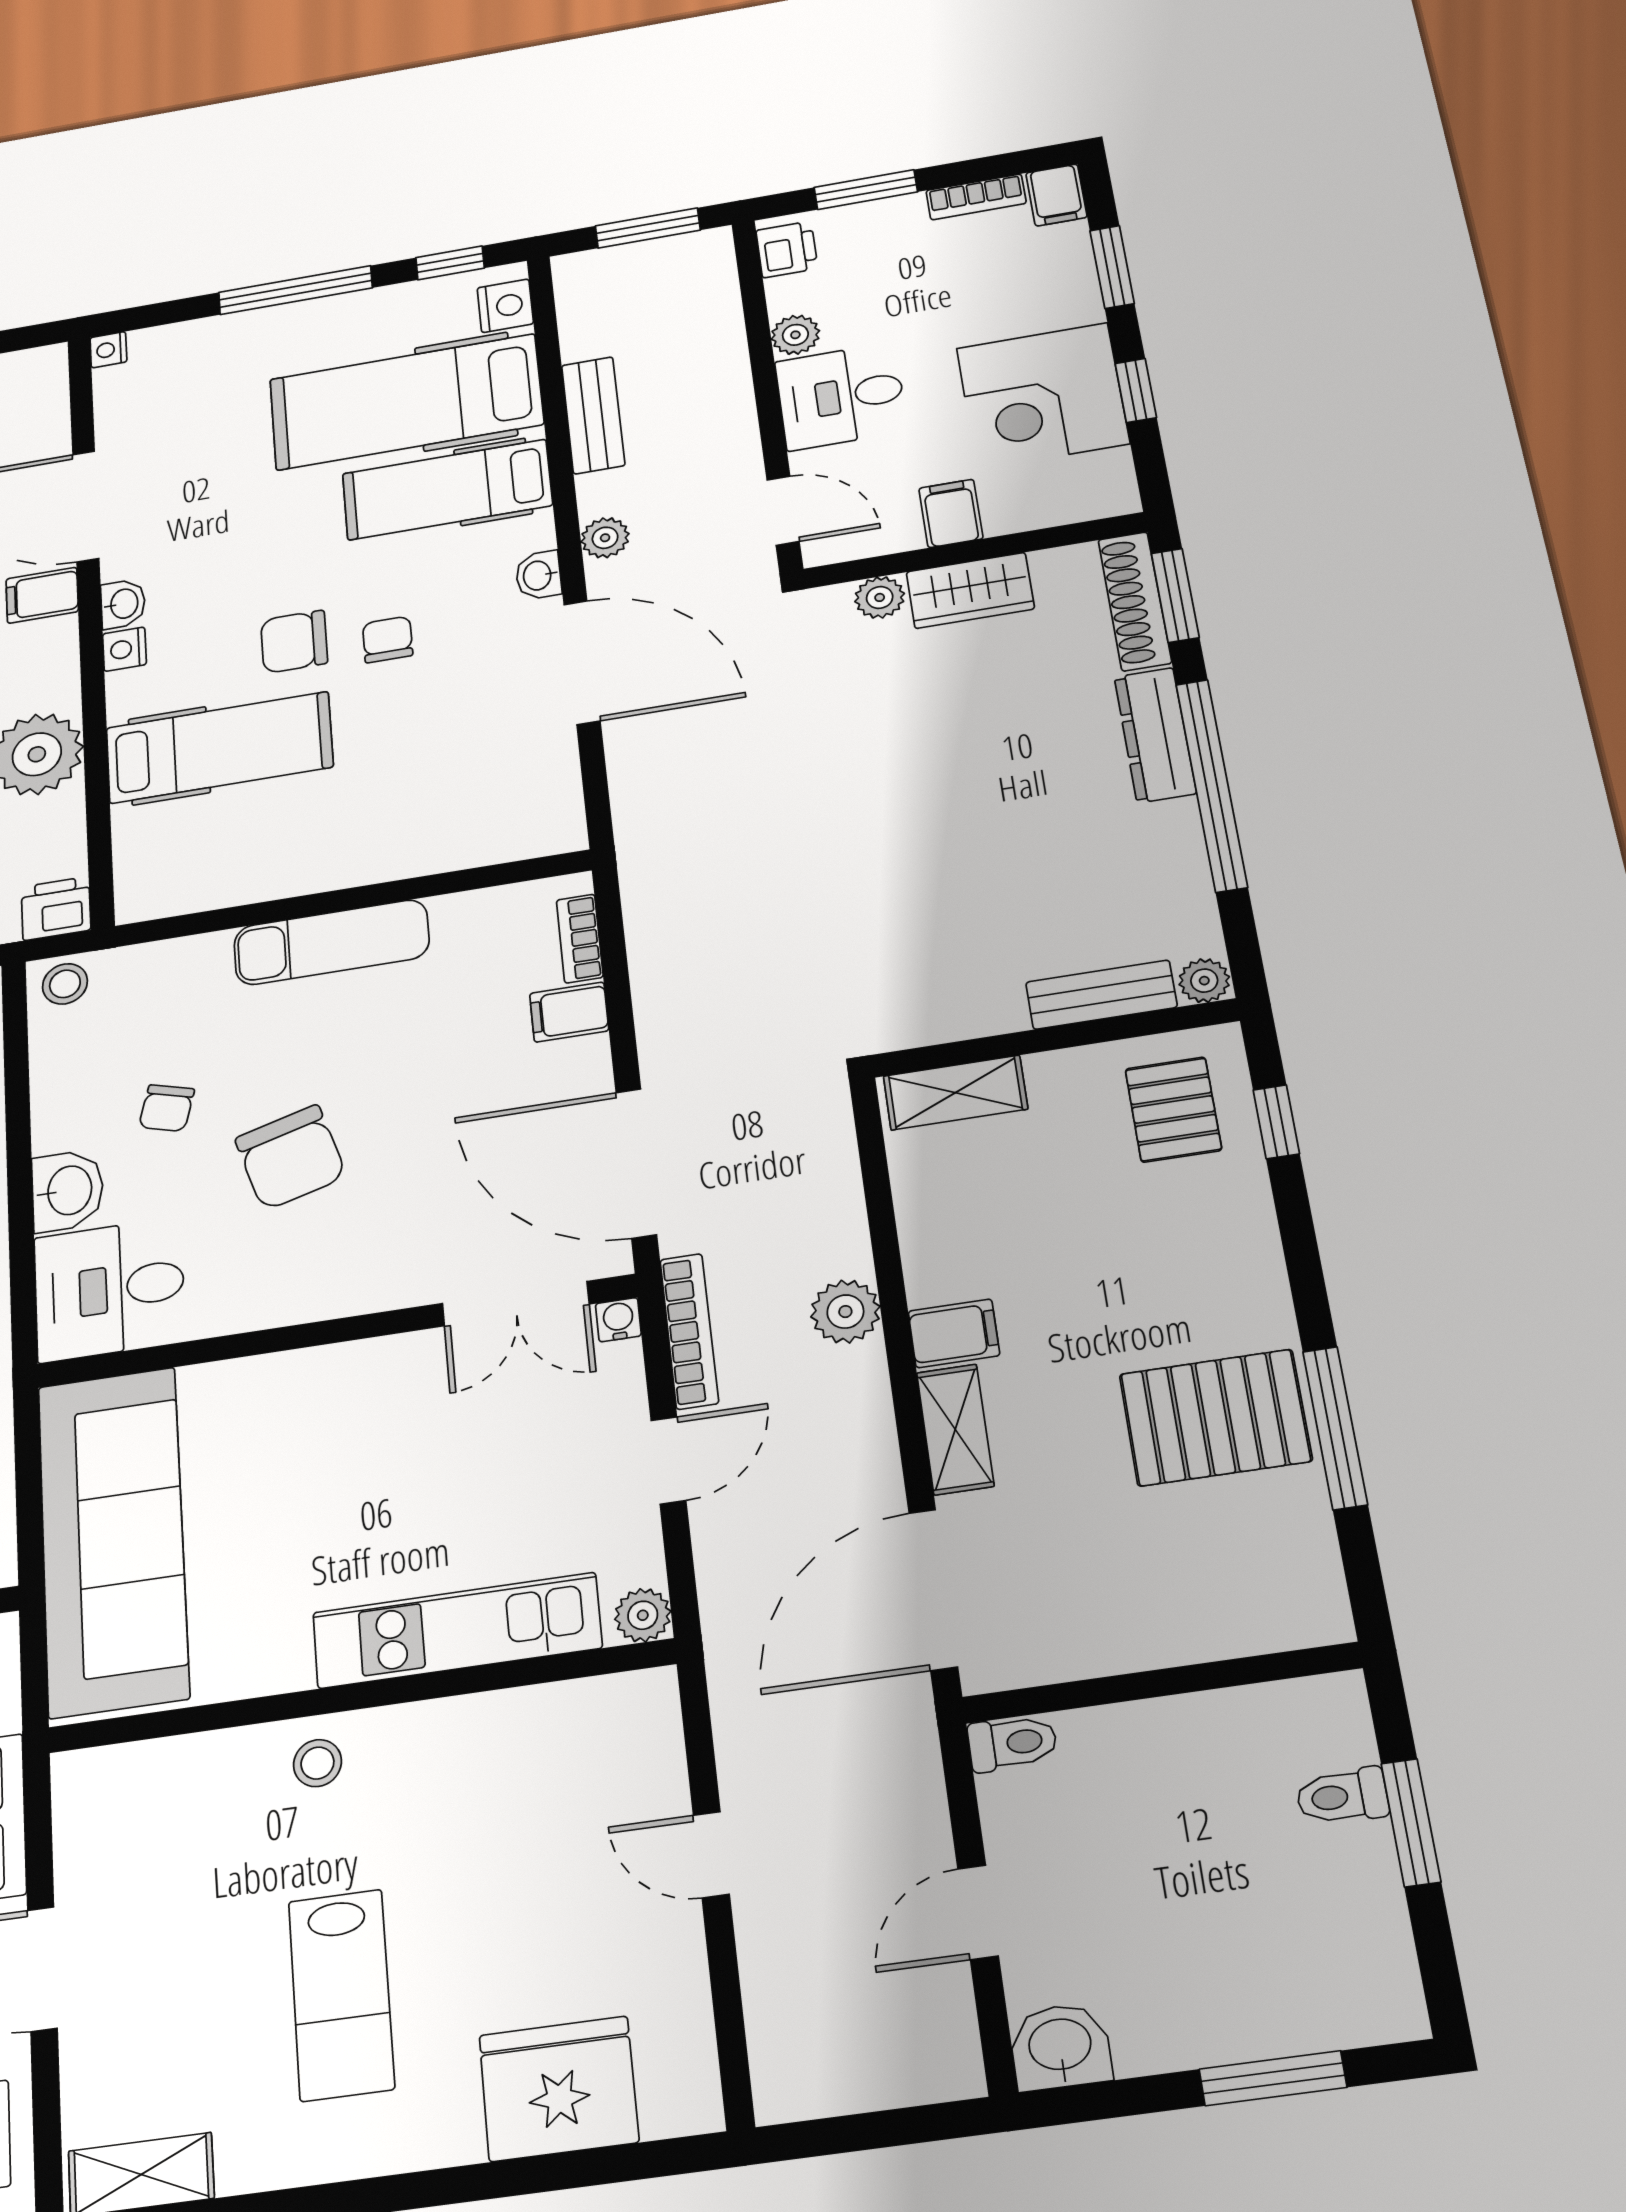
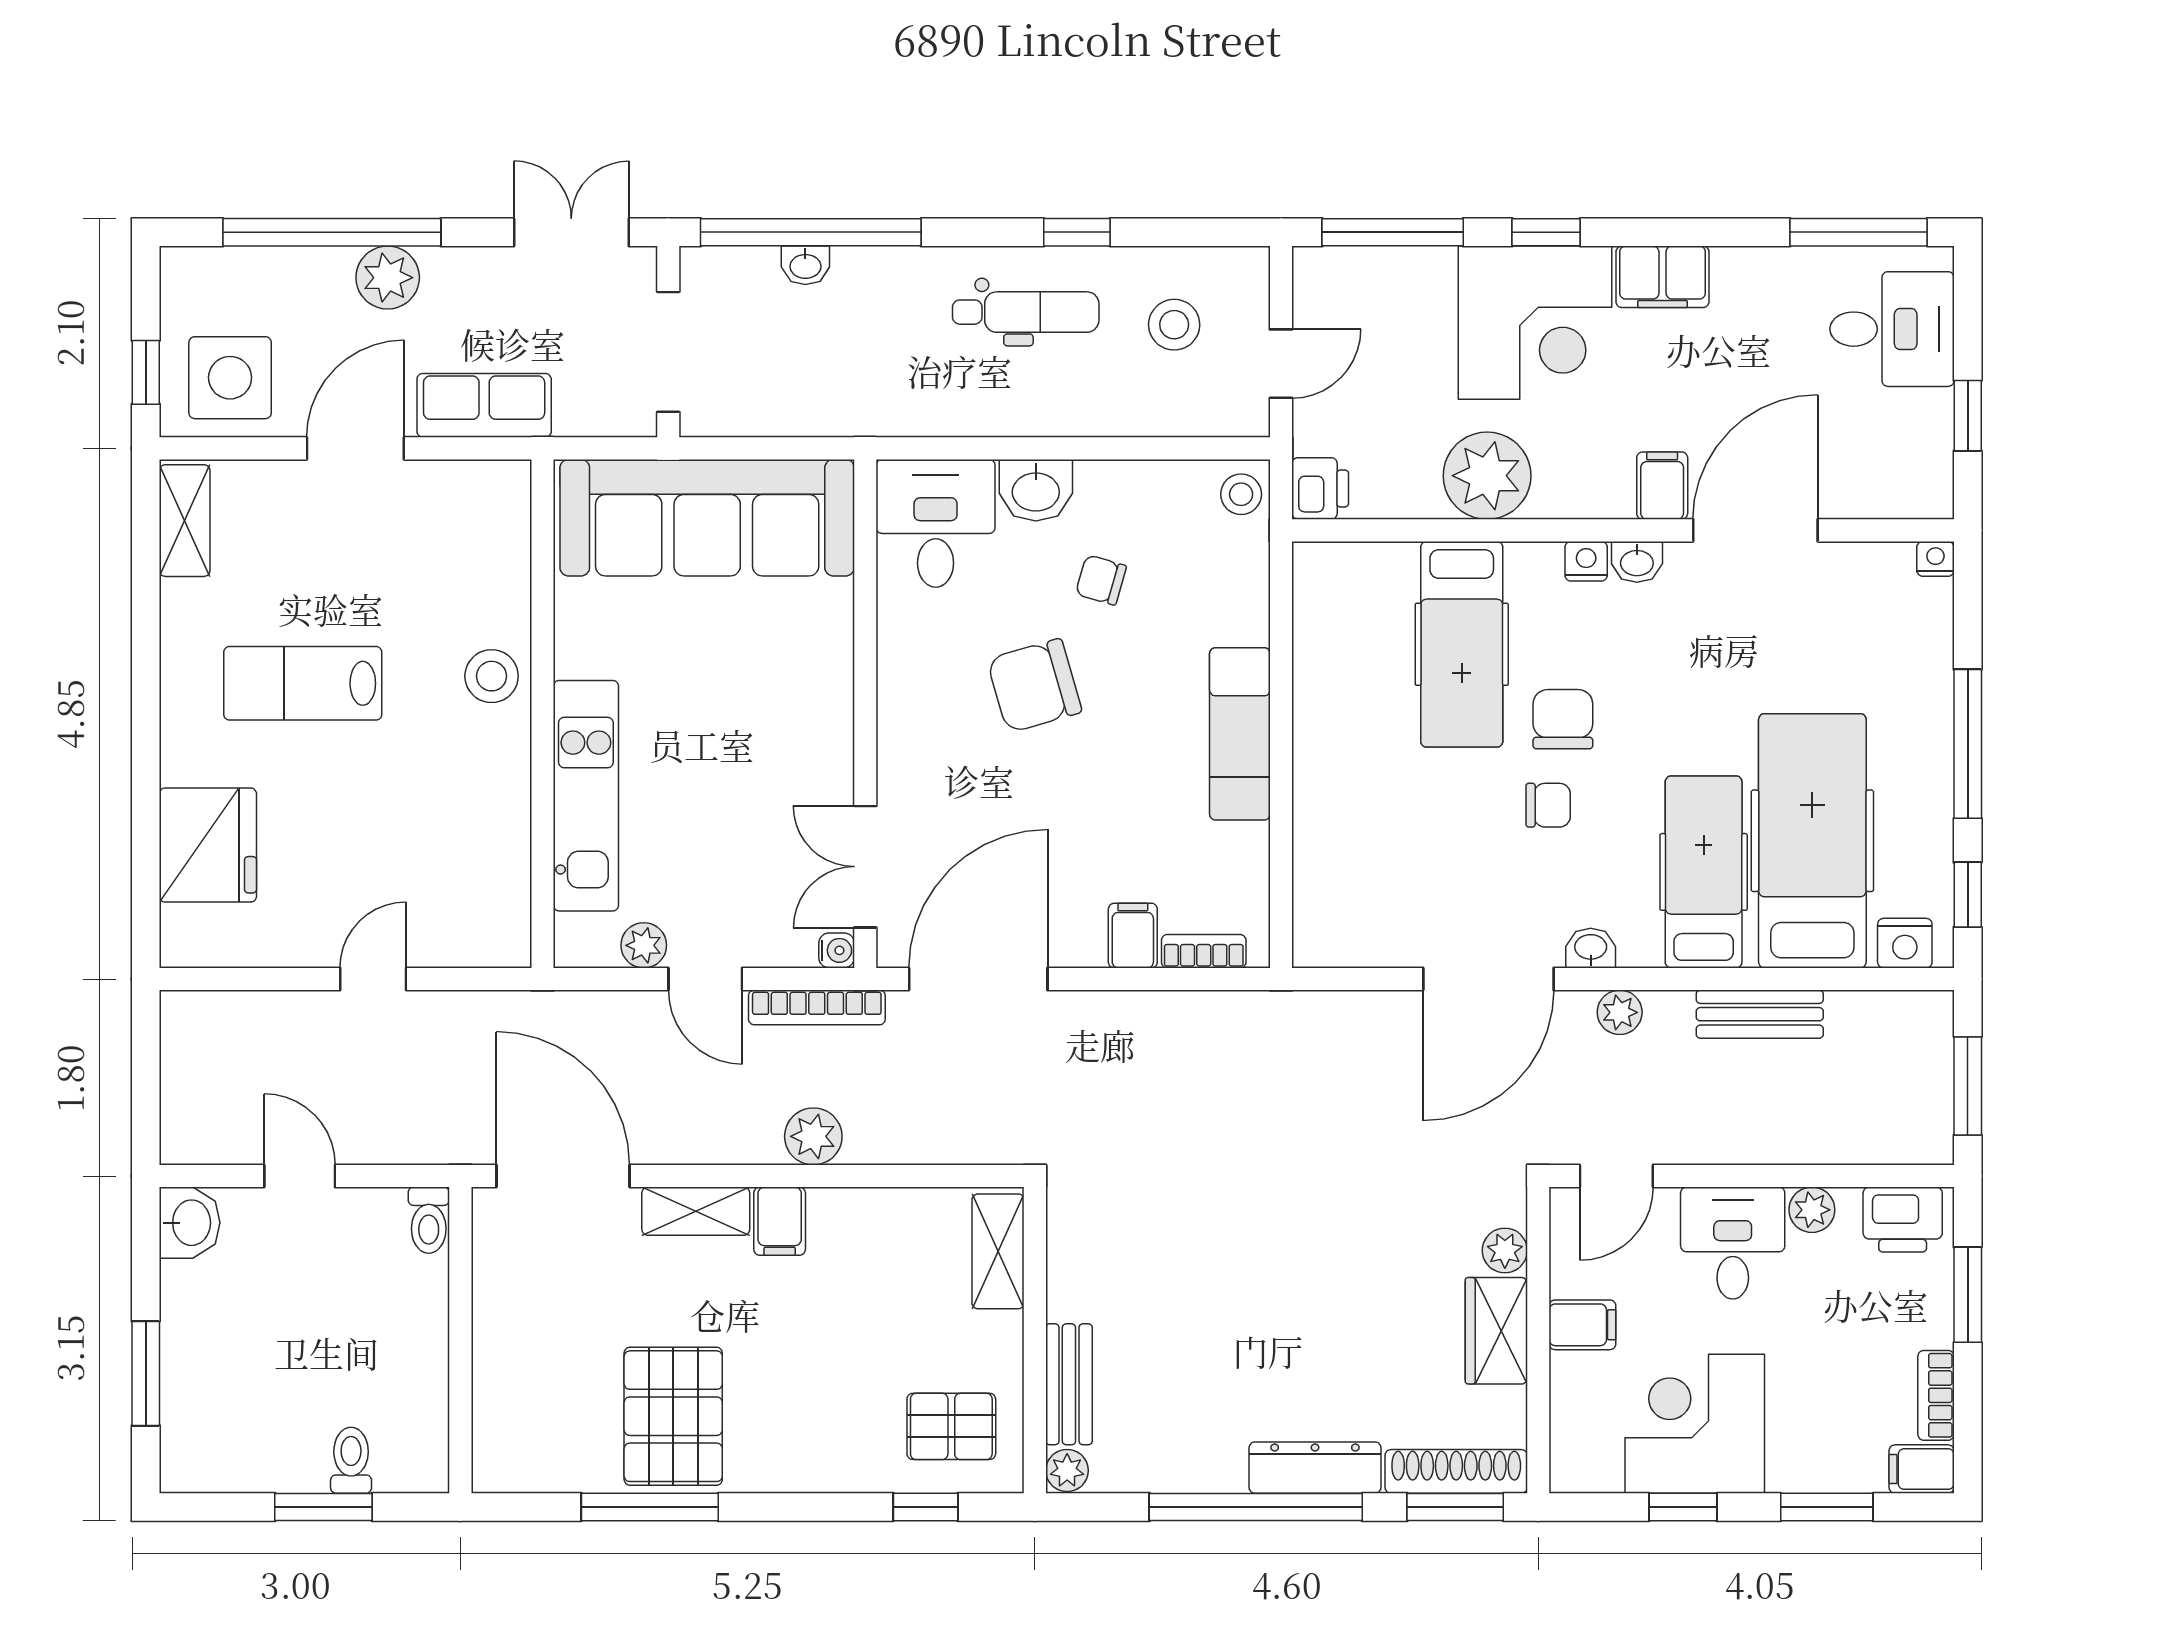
printer: (787, 249) -> (1903, 1220), width x1.36, depth x1.24
plant: (643, 1615) -> (644, 945), moved
stool: (317, 1763) -> (492, 676), width x1.37, depth x1.37

